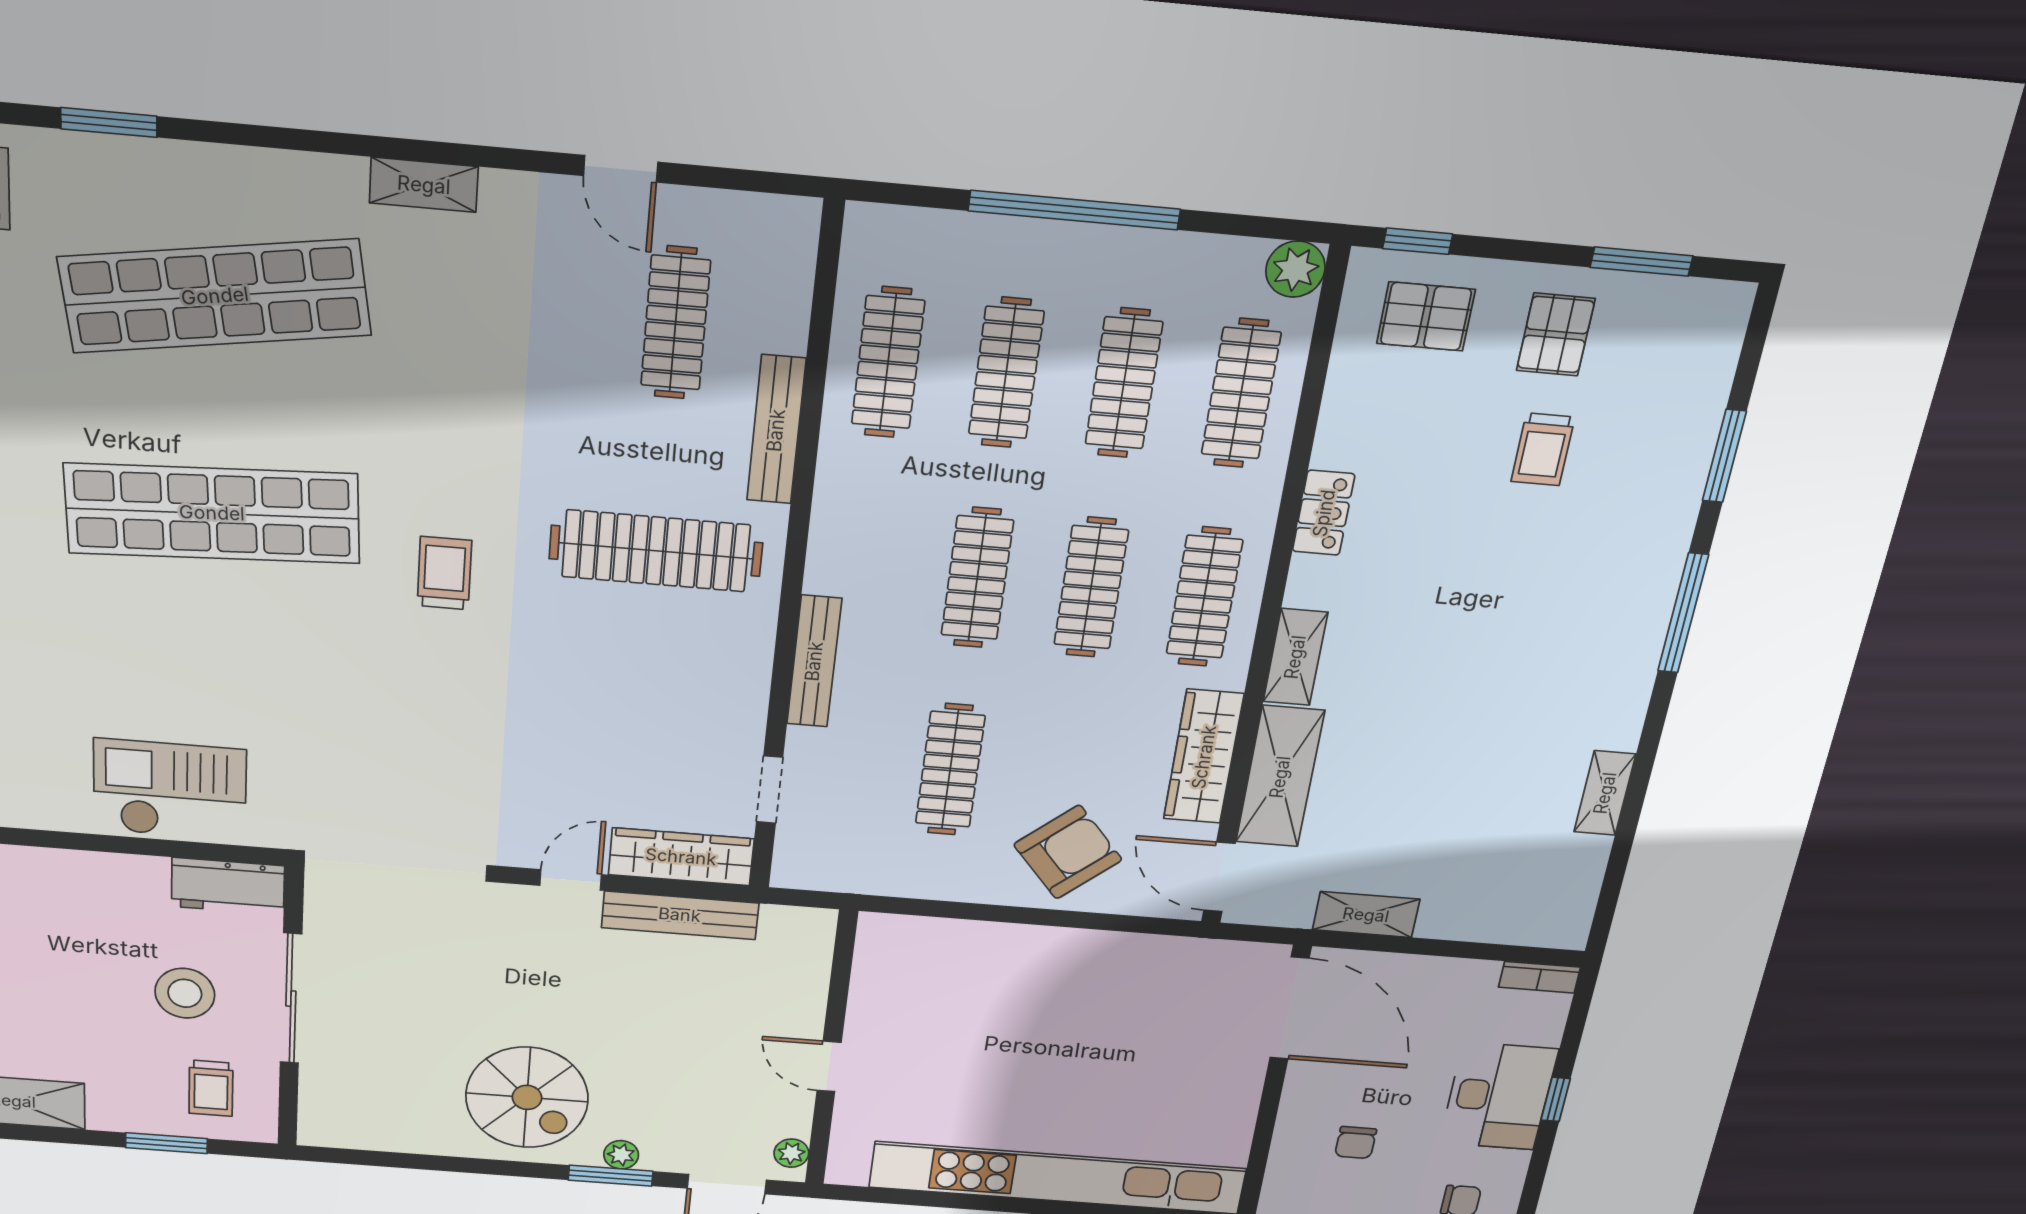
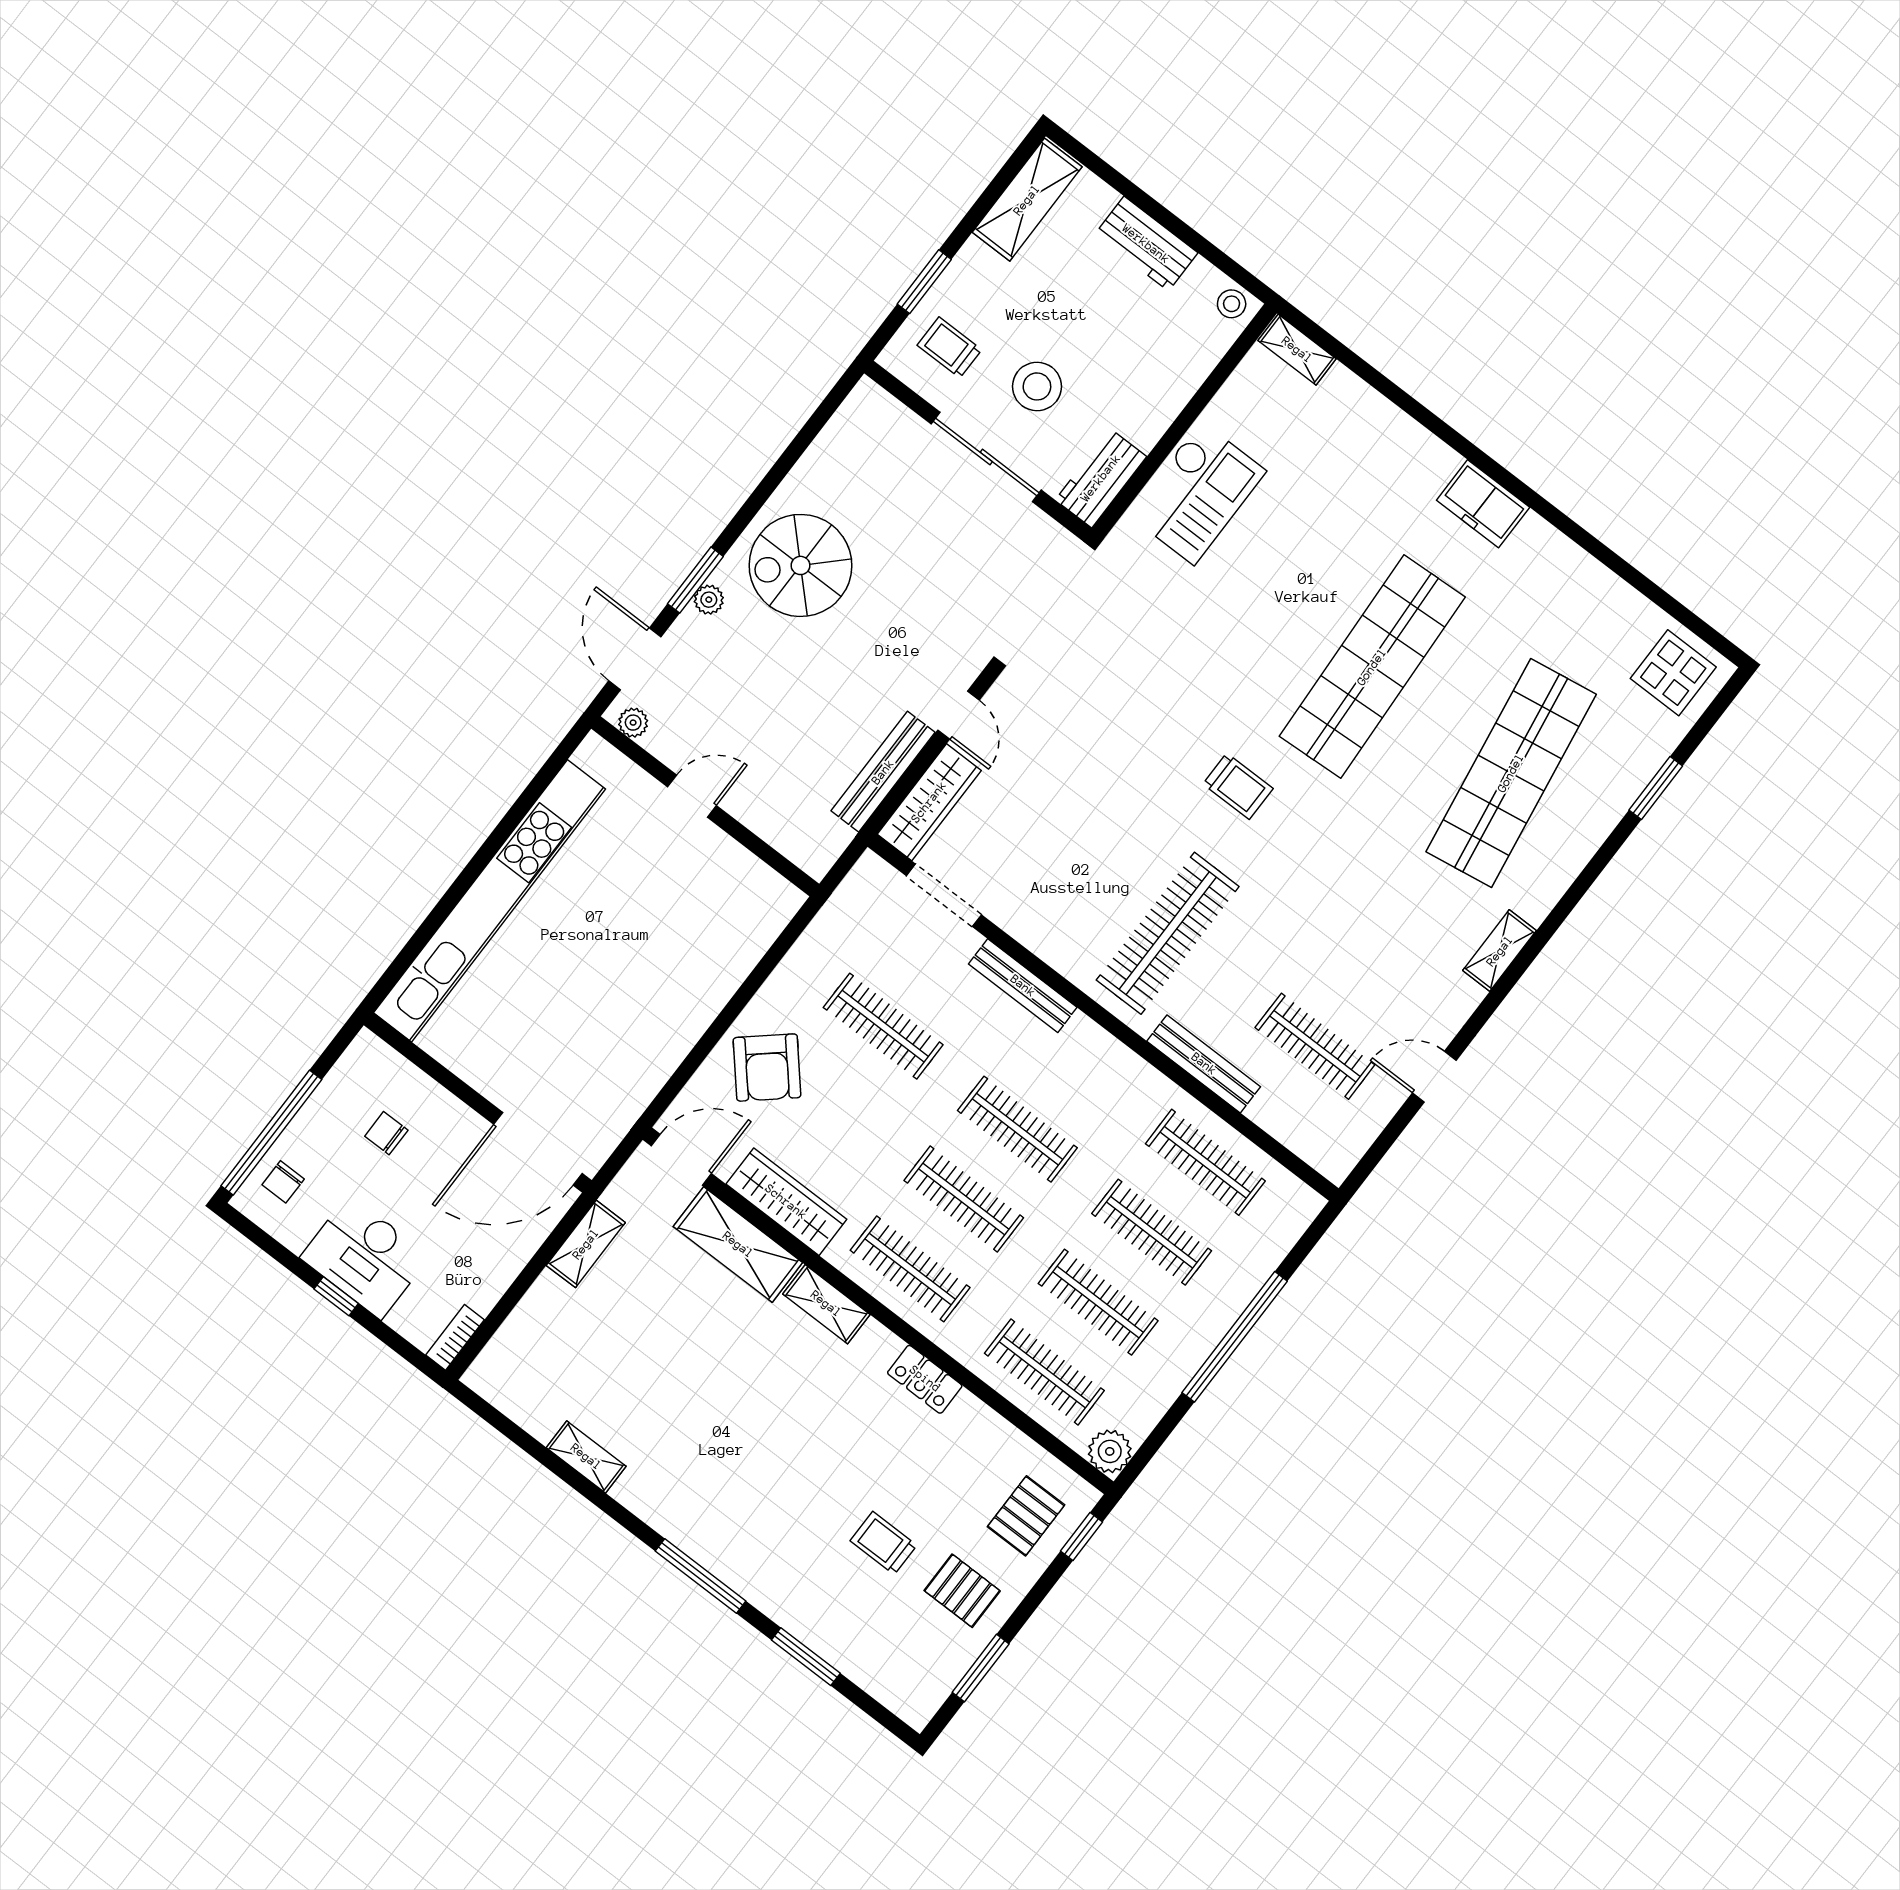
doorway: (770, 790) -> (944, 895), width x1.38

